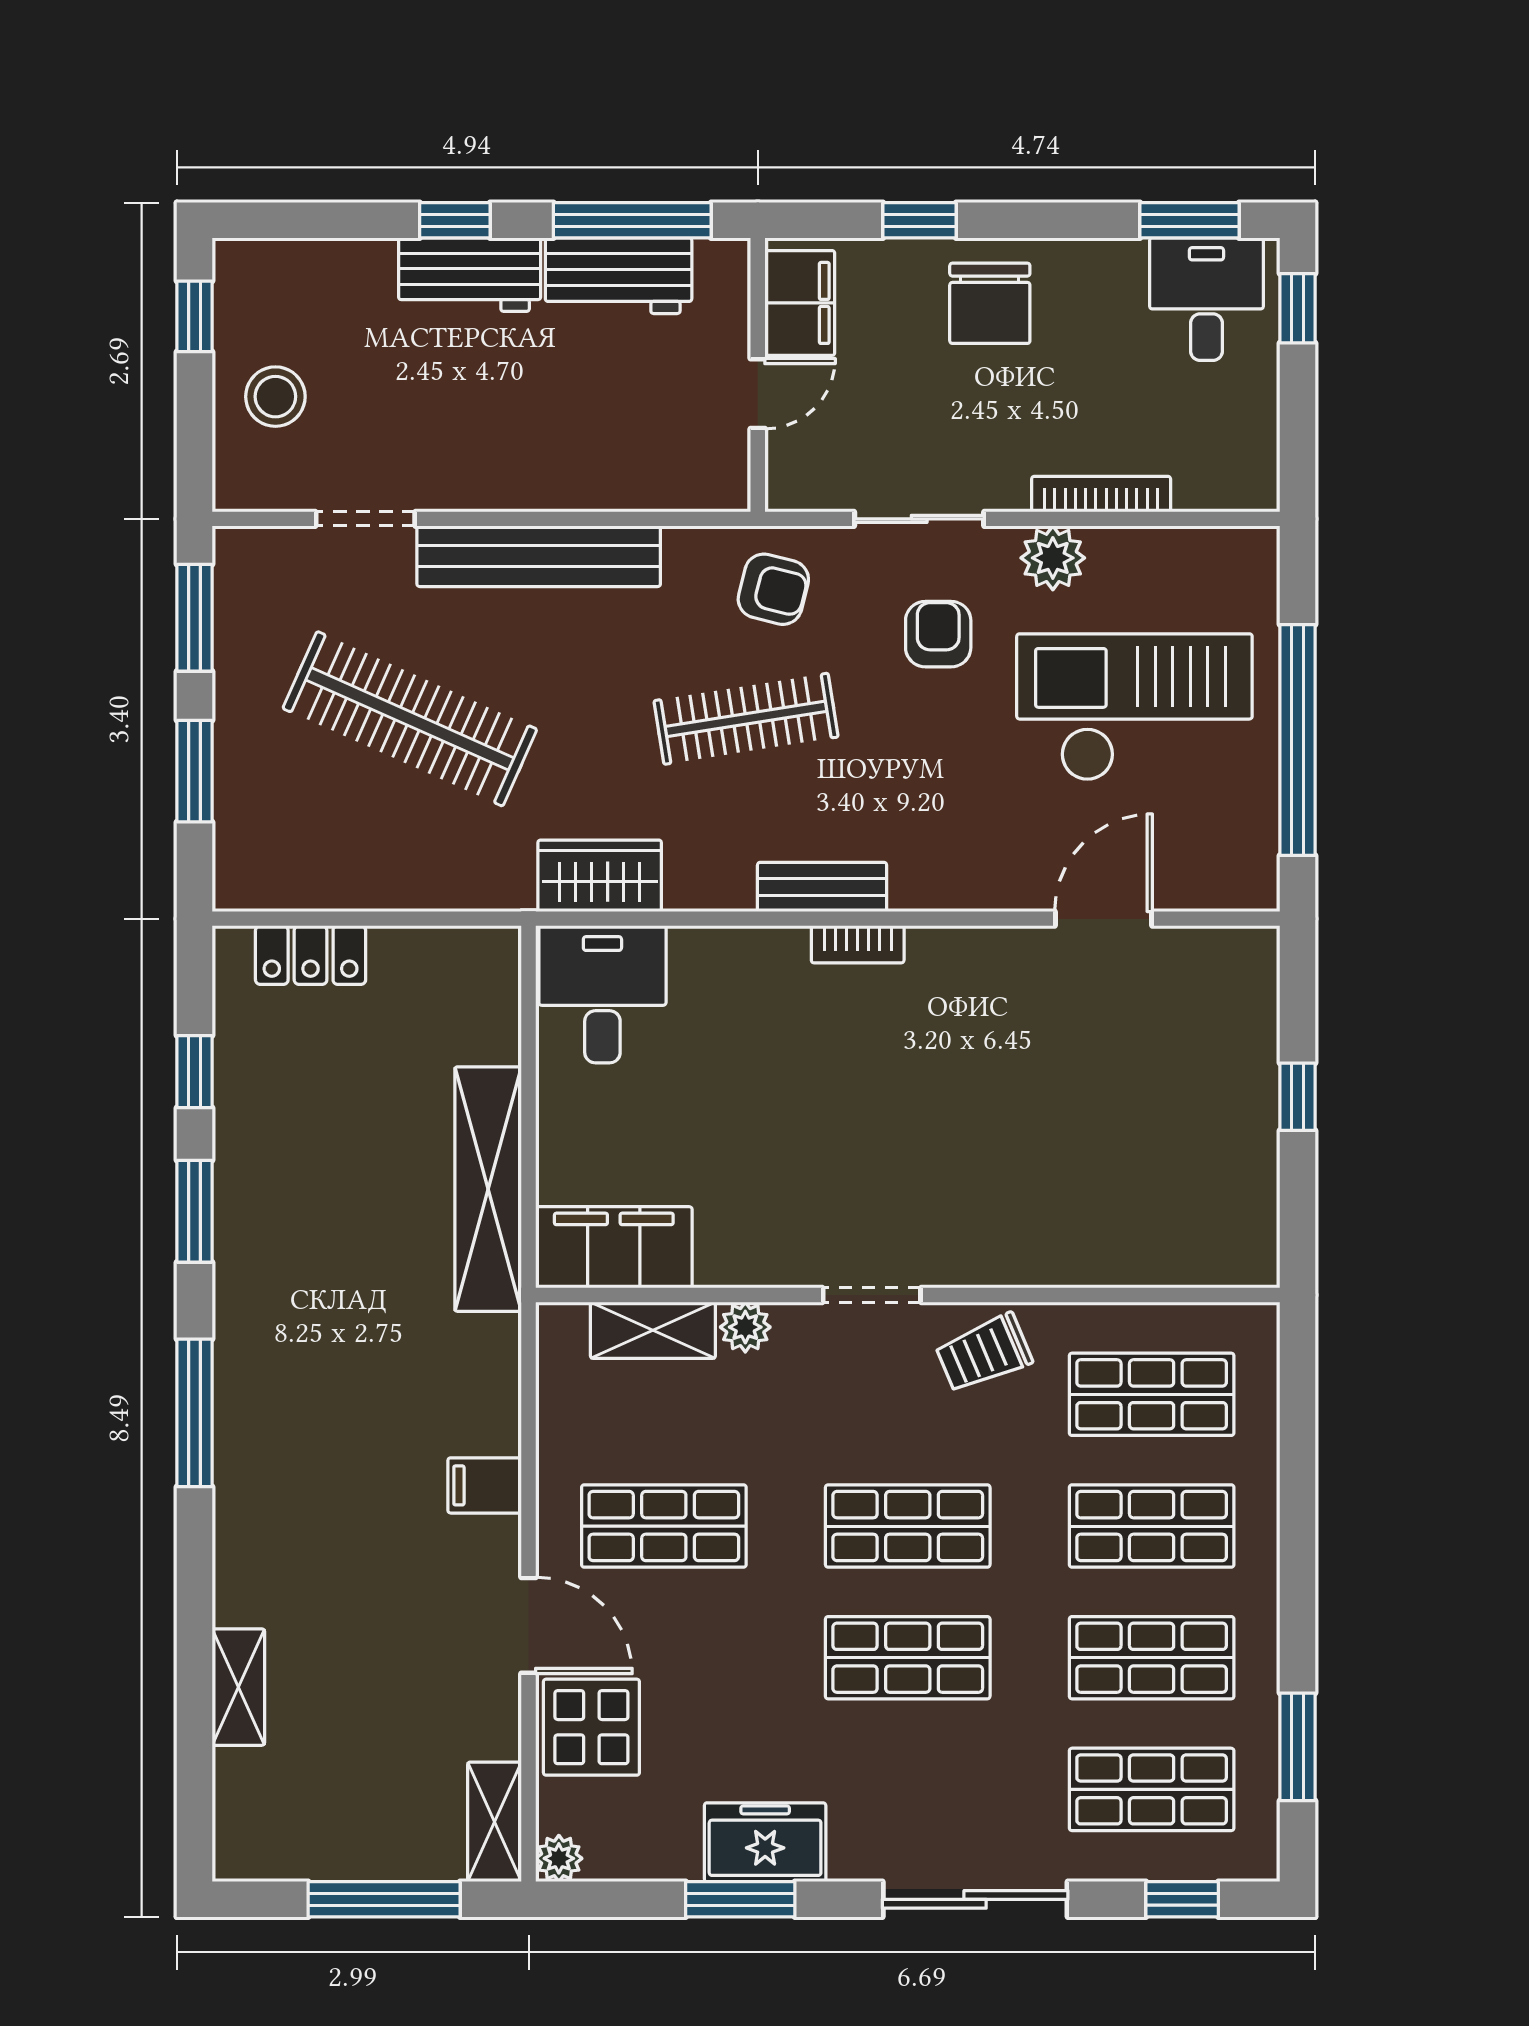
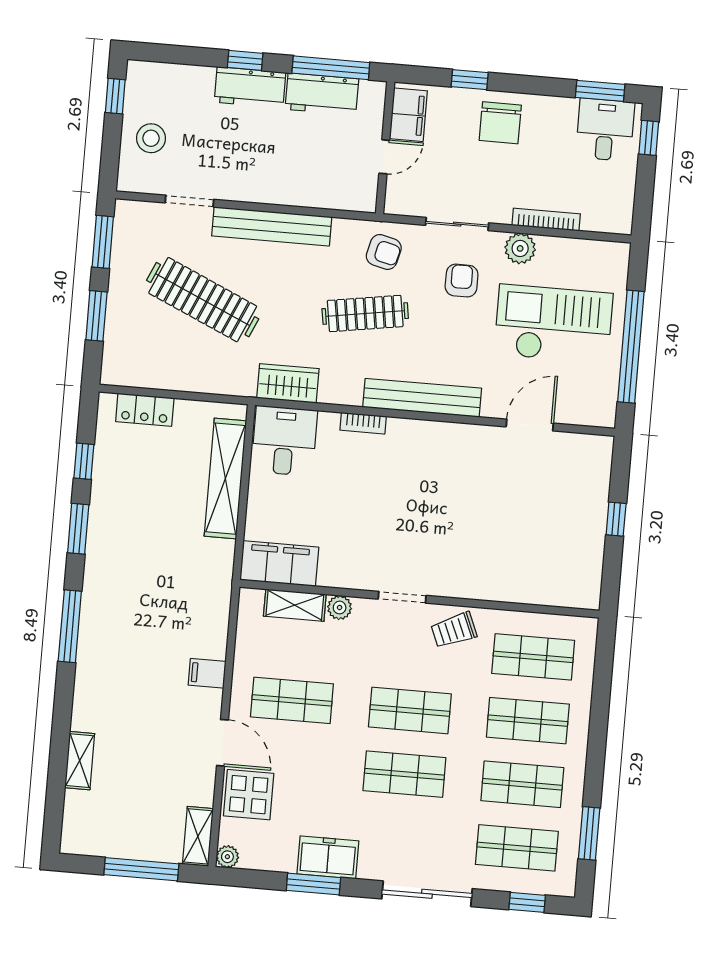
bench: (822, 887) -> (422, 398), width x1.86, depth x1.21
bookcase: (858, 944) -> (363, 423), moved
shelving: (488, 1189) -> (225, 479), moved

